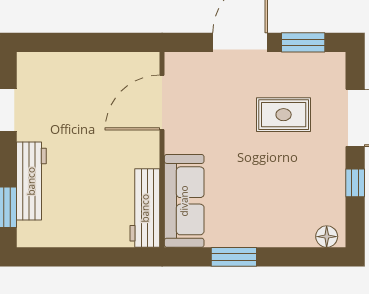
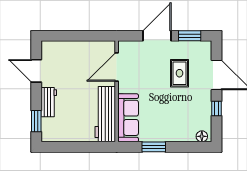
rug: (284, 115) -> (179, 73), turned 90
workbench: (31, 181) -> (49, 102), width x0.73
workbench: (145, 208) -> (105, 114), width x1.36, depth x1.32

